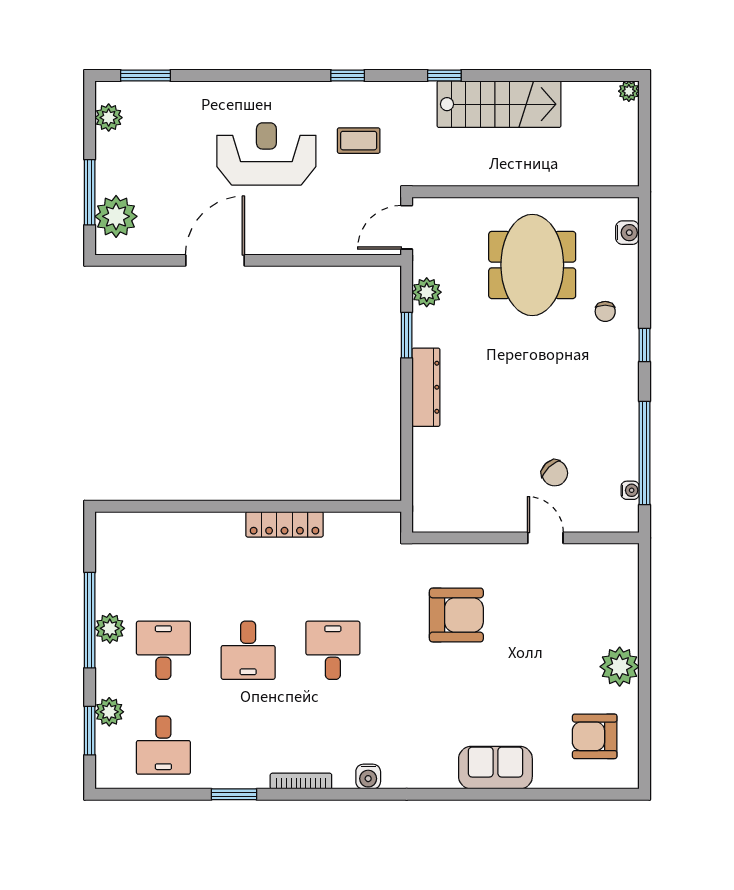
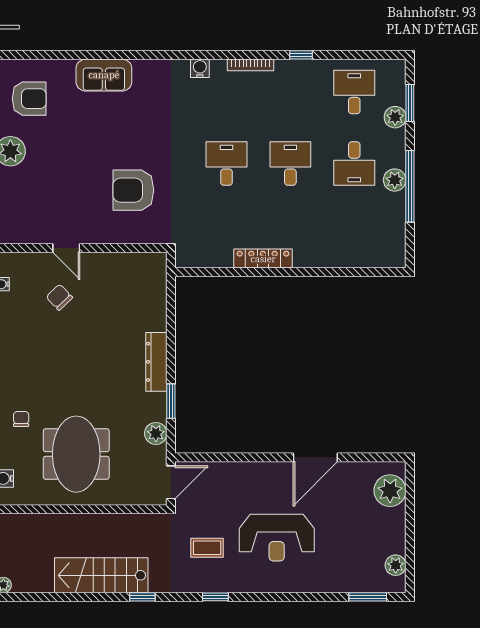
window: (90, 192) -> (410, 509), removed
desk: (333, 650) -> (227, 164), turned 180
window: (234, 794) -> (301, 55), width x0.67

